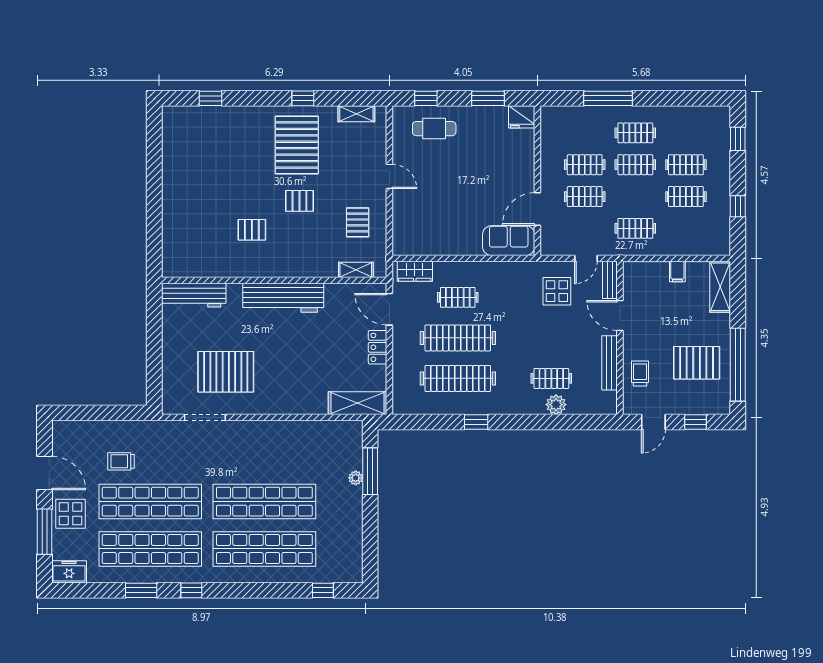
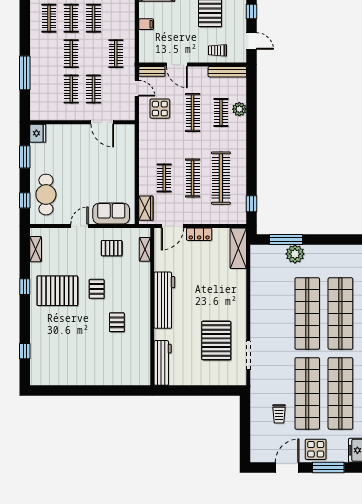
cafe table: (434, 129) -> (46, 195), width x1.37, depth x1.35
clothes rail: (635, 133) -> (49, 18), moved
sofa: (509, 241) -> (111, 214), moved, turned 90
door: (620, 316) -> (177, 65), hinge flipped
clothes rail: (458, 338) -> (193, 178), width x0.73, depth x0.76
clothes rail: (551, 338) -> (193, 113), added
bench: (609, 363) -> (227, 72), moved
window: (476, 422) -> (252, 204), moved
plant: (356, 478) -> (295, 254), width x1.88, depth x1.88

